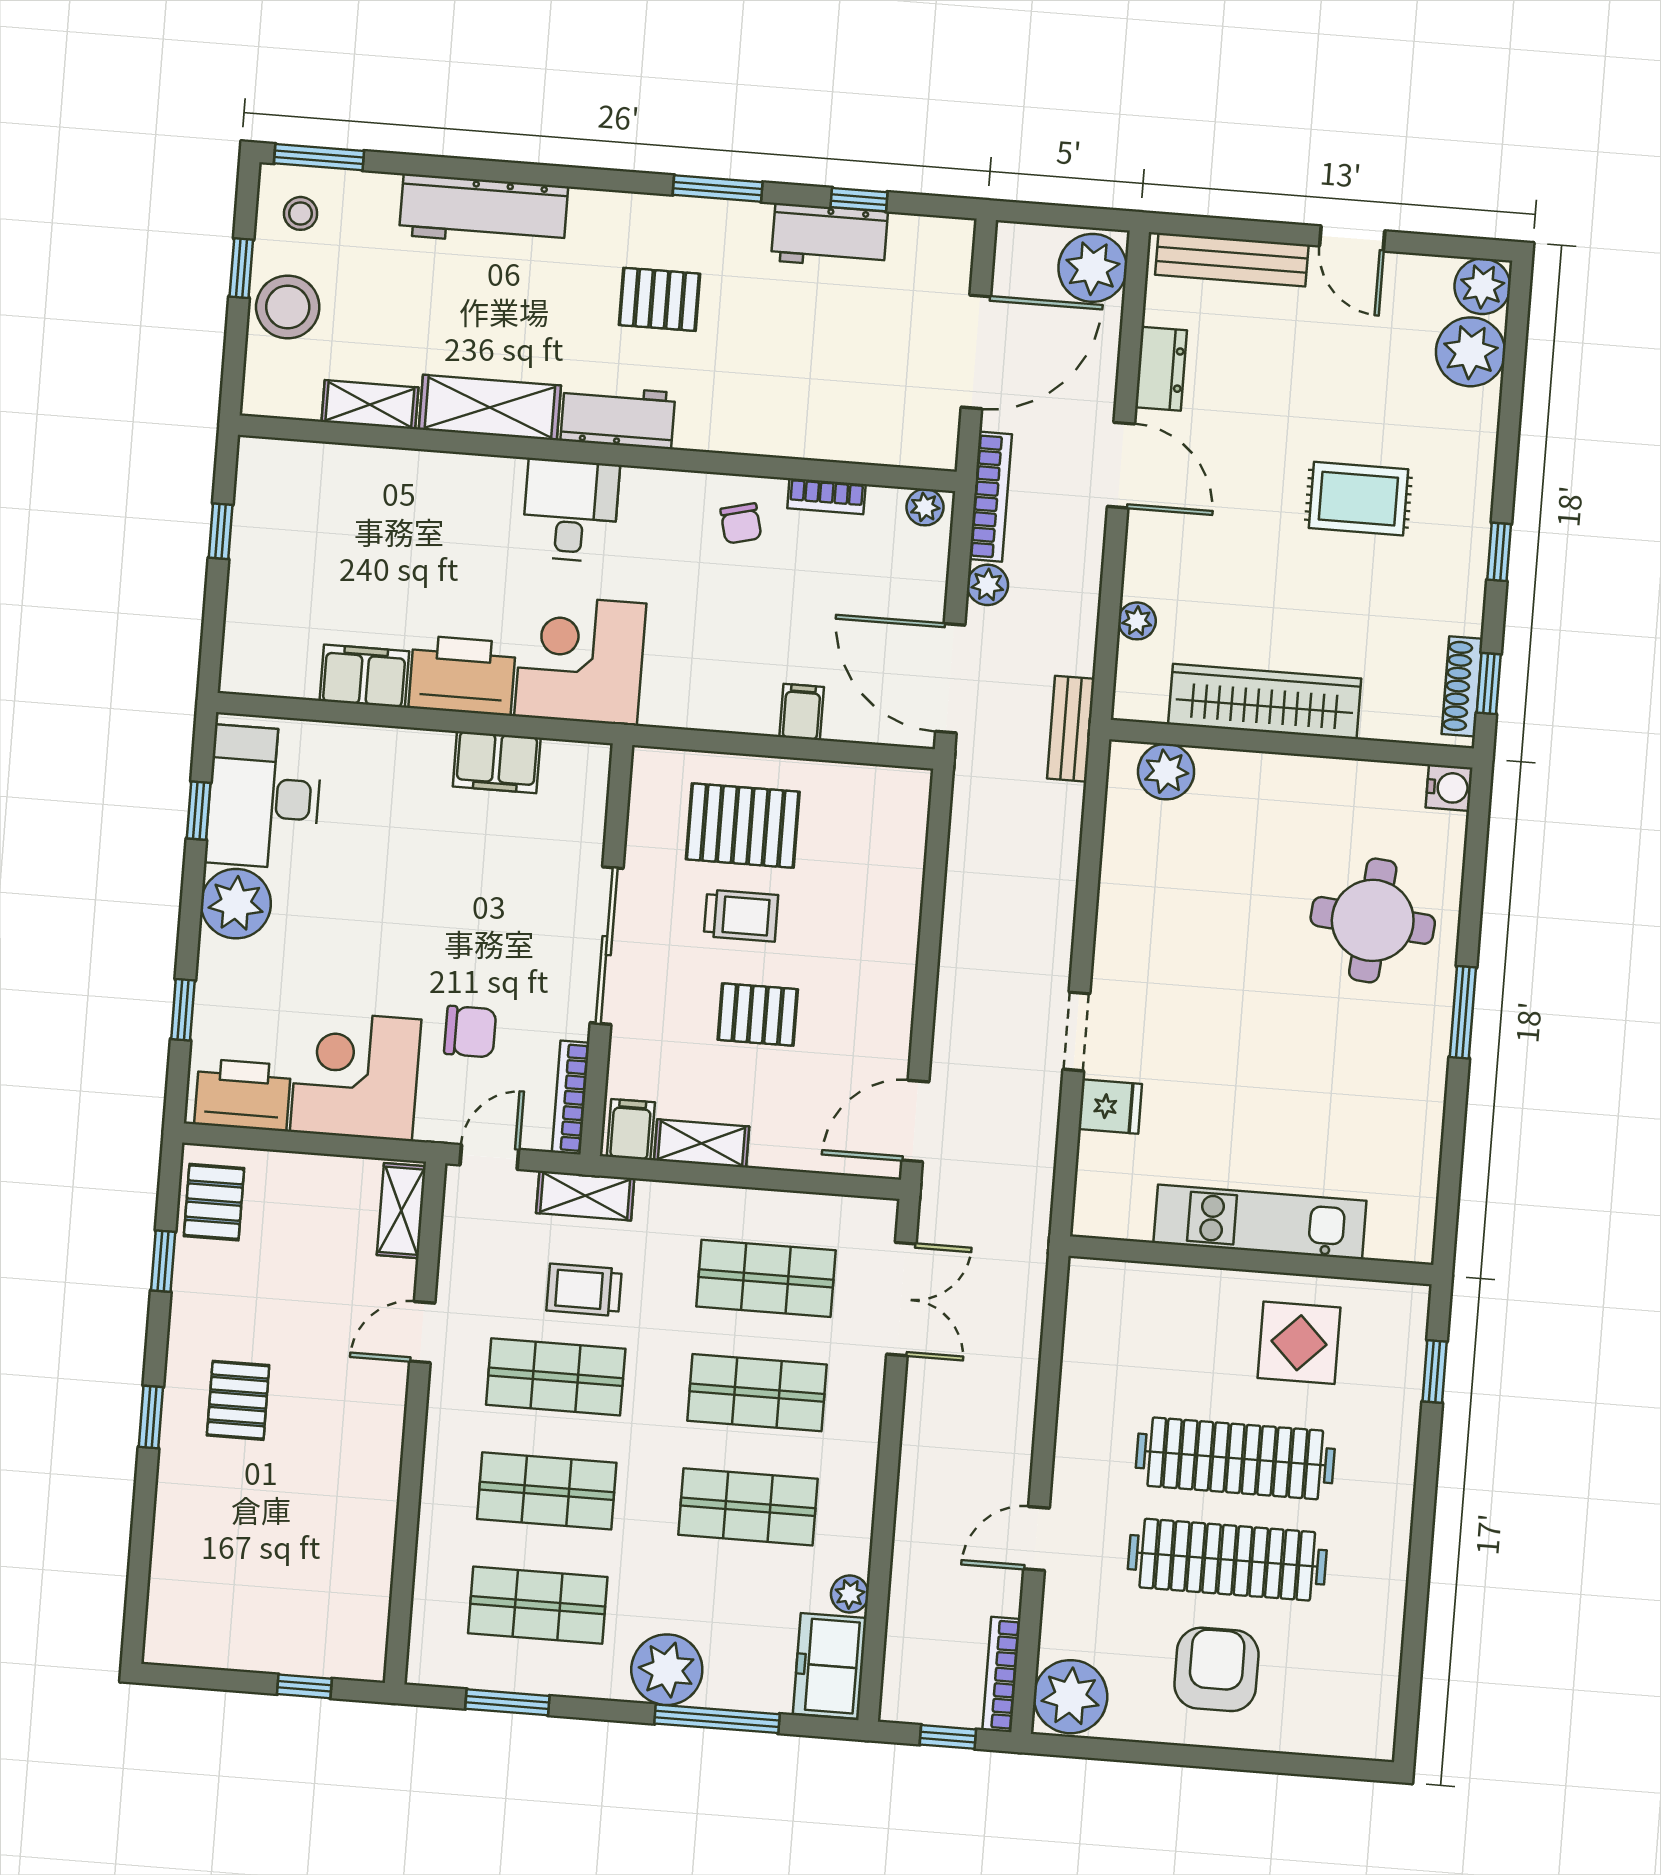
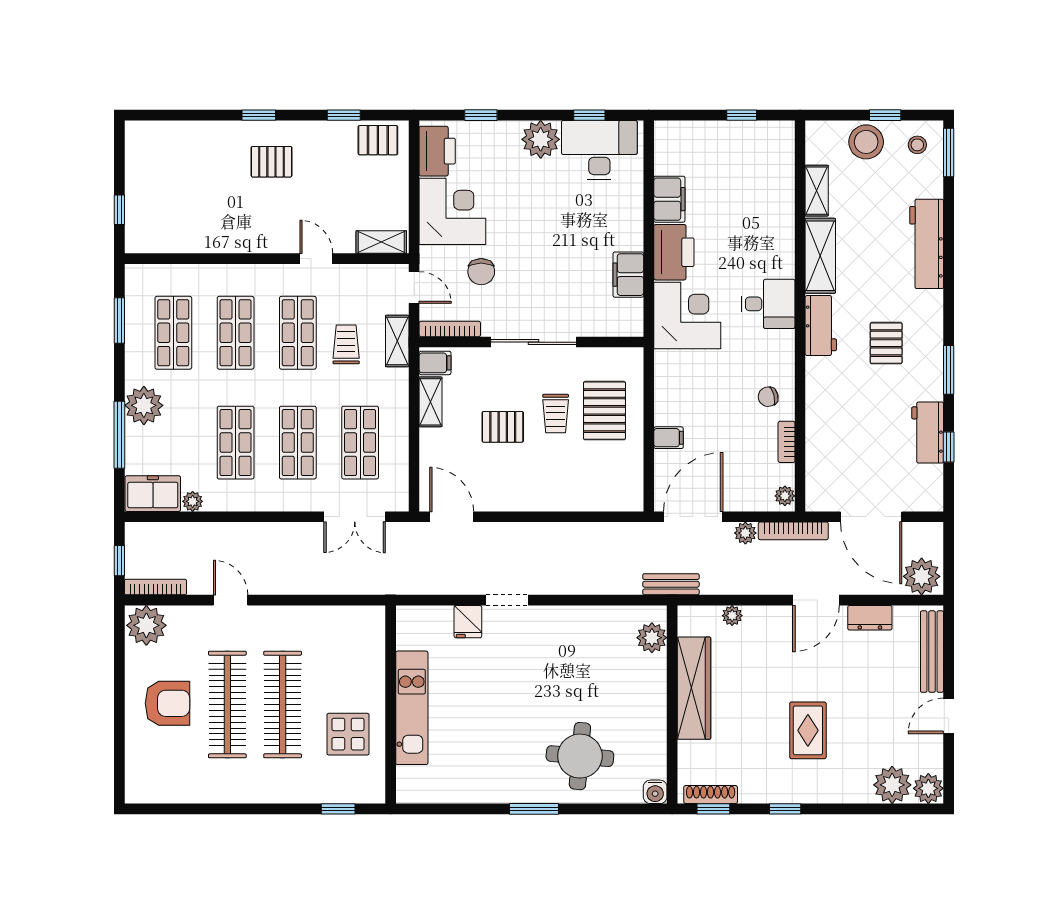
pallet: (758, 1015) -> (503, 427), turned 90

